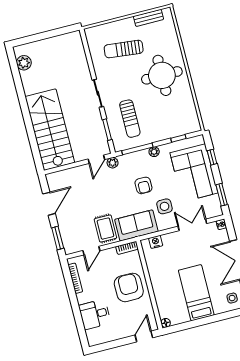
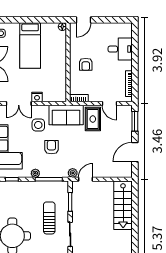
sun lounger: (130, 119) -> (49, 218), moved
stairs: (50, 130) -> (123, 205), width x0.73, depth x0.66
nightstand: (156, 242) -> (37, 97), moved
door: (91, 251) -> (109, 103), swing flipped
armchair: (129, 287) -> (86, 64), width x0.53, depth x0.53

